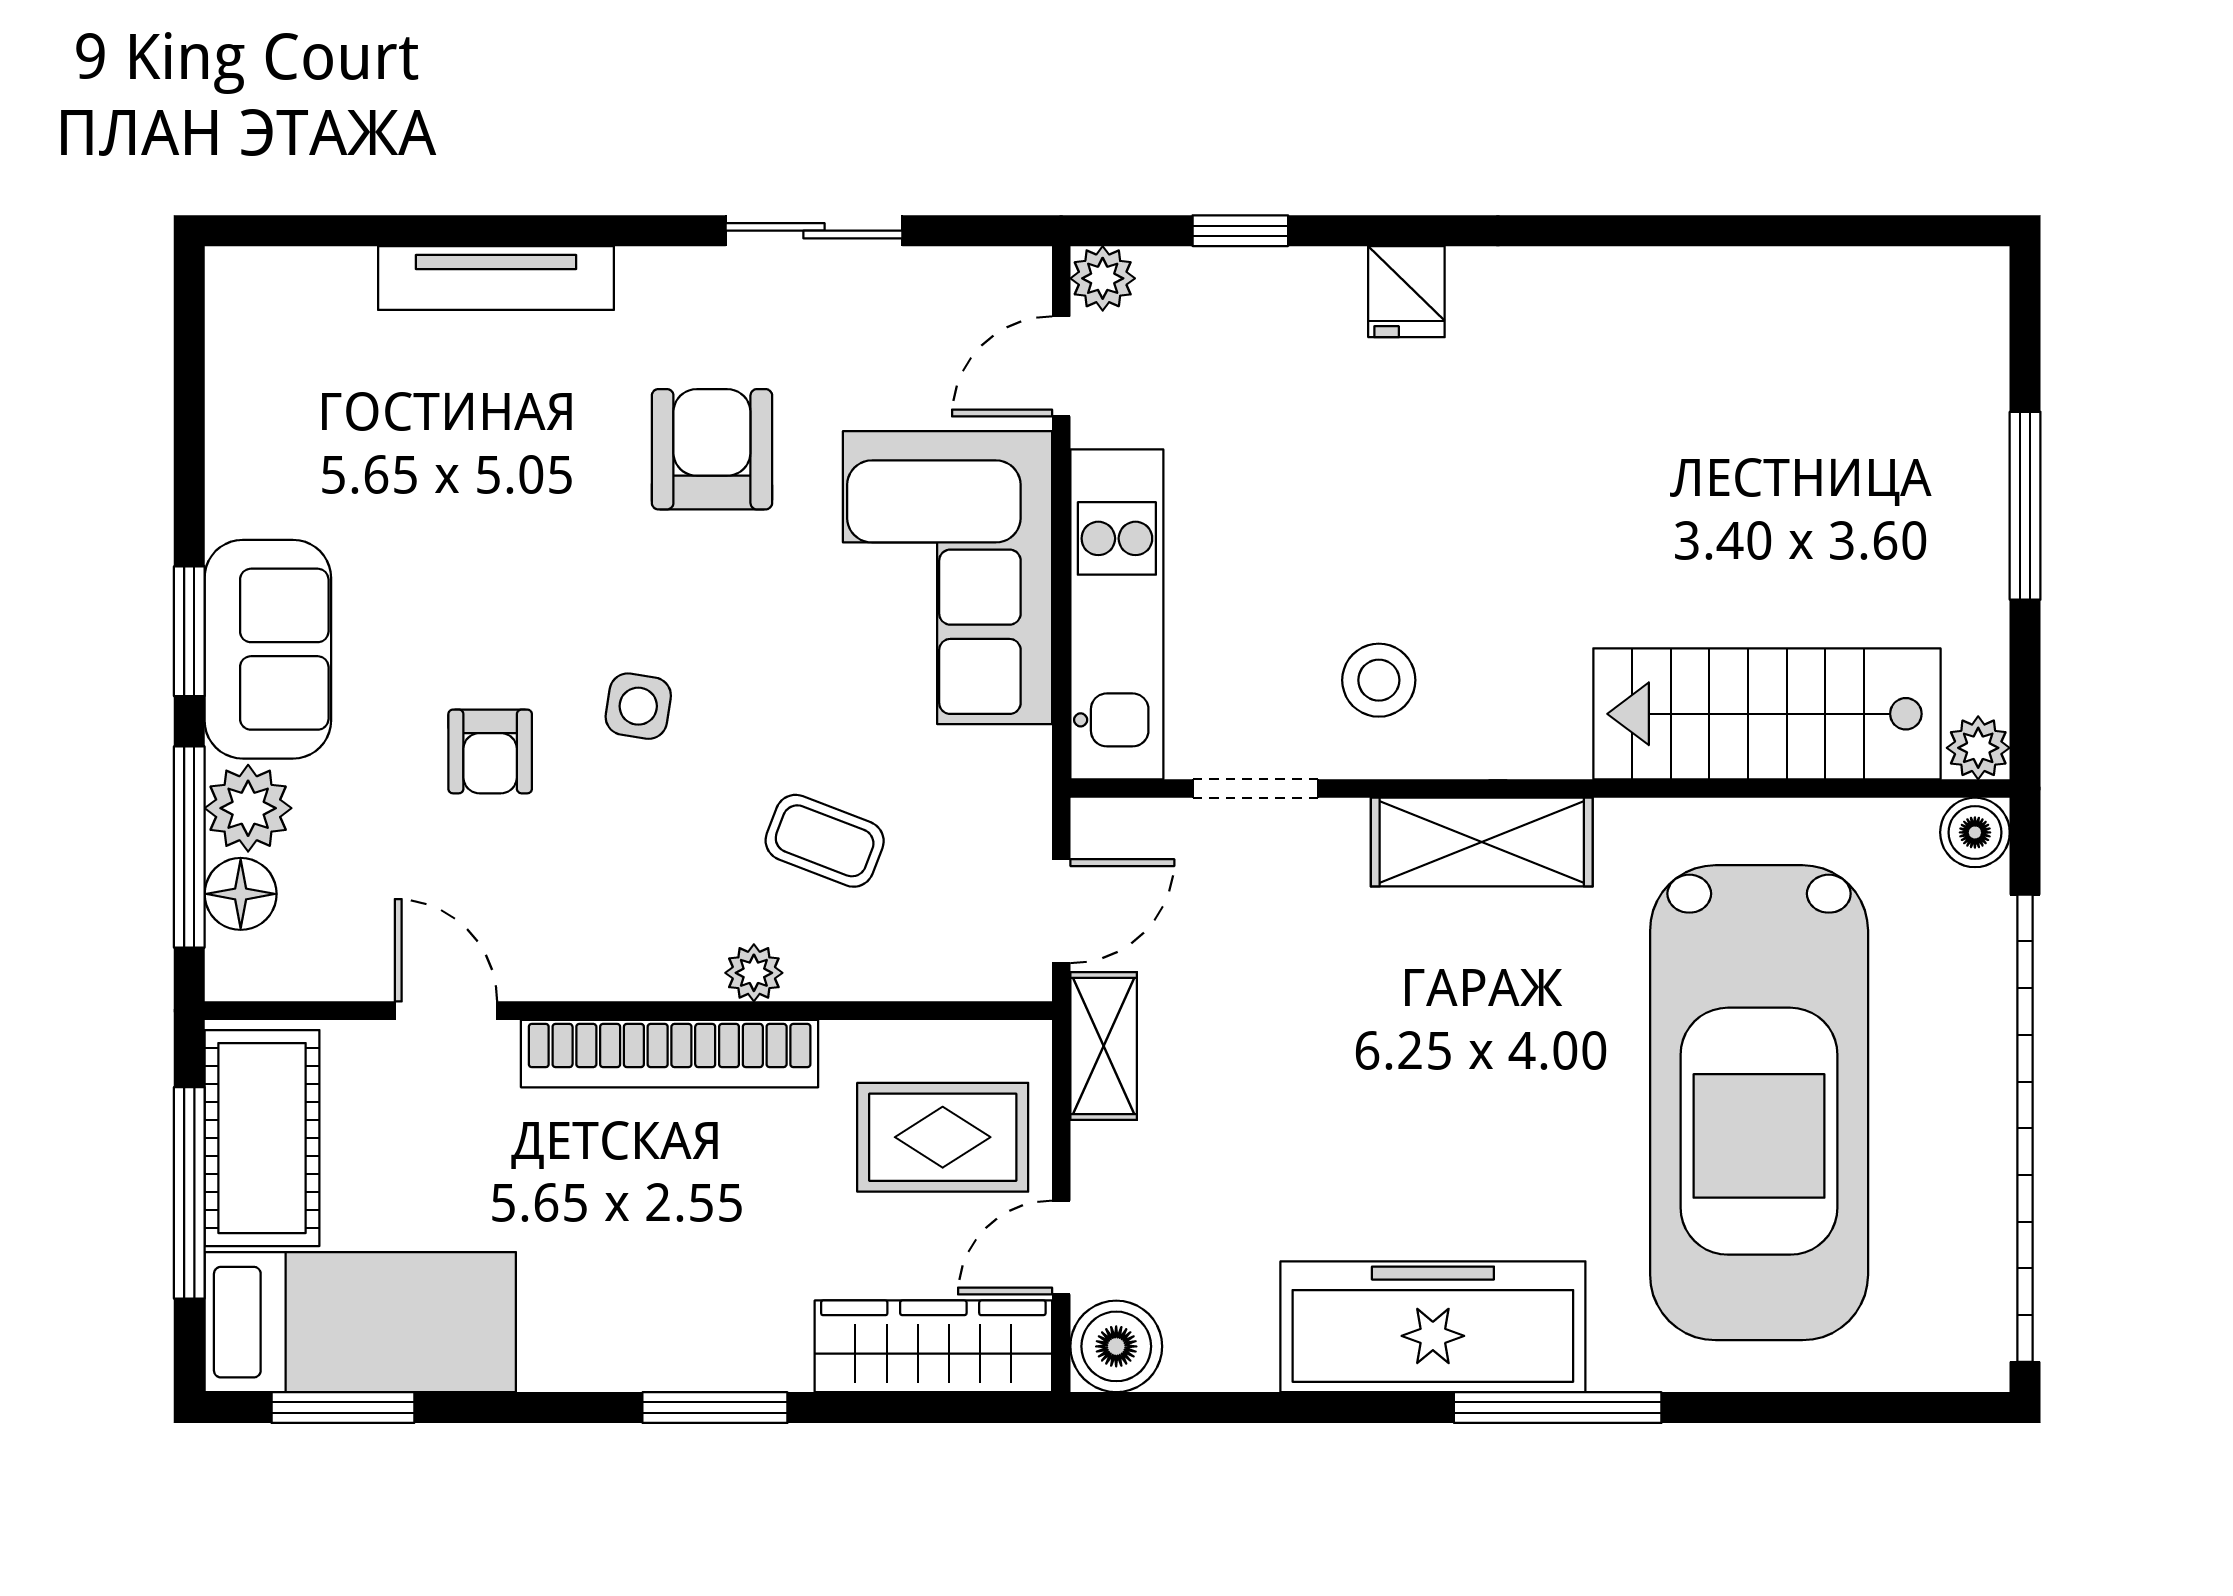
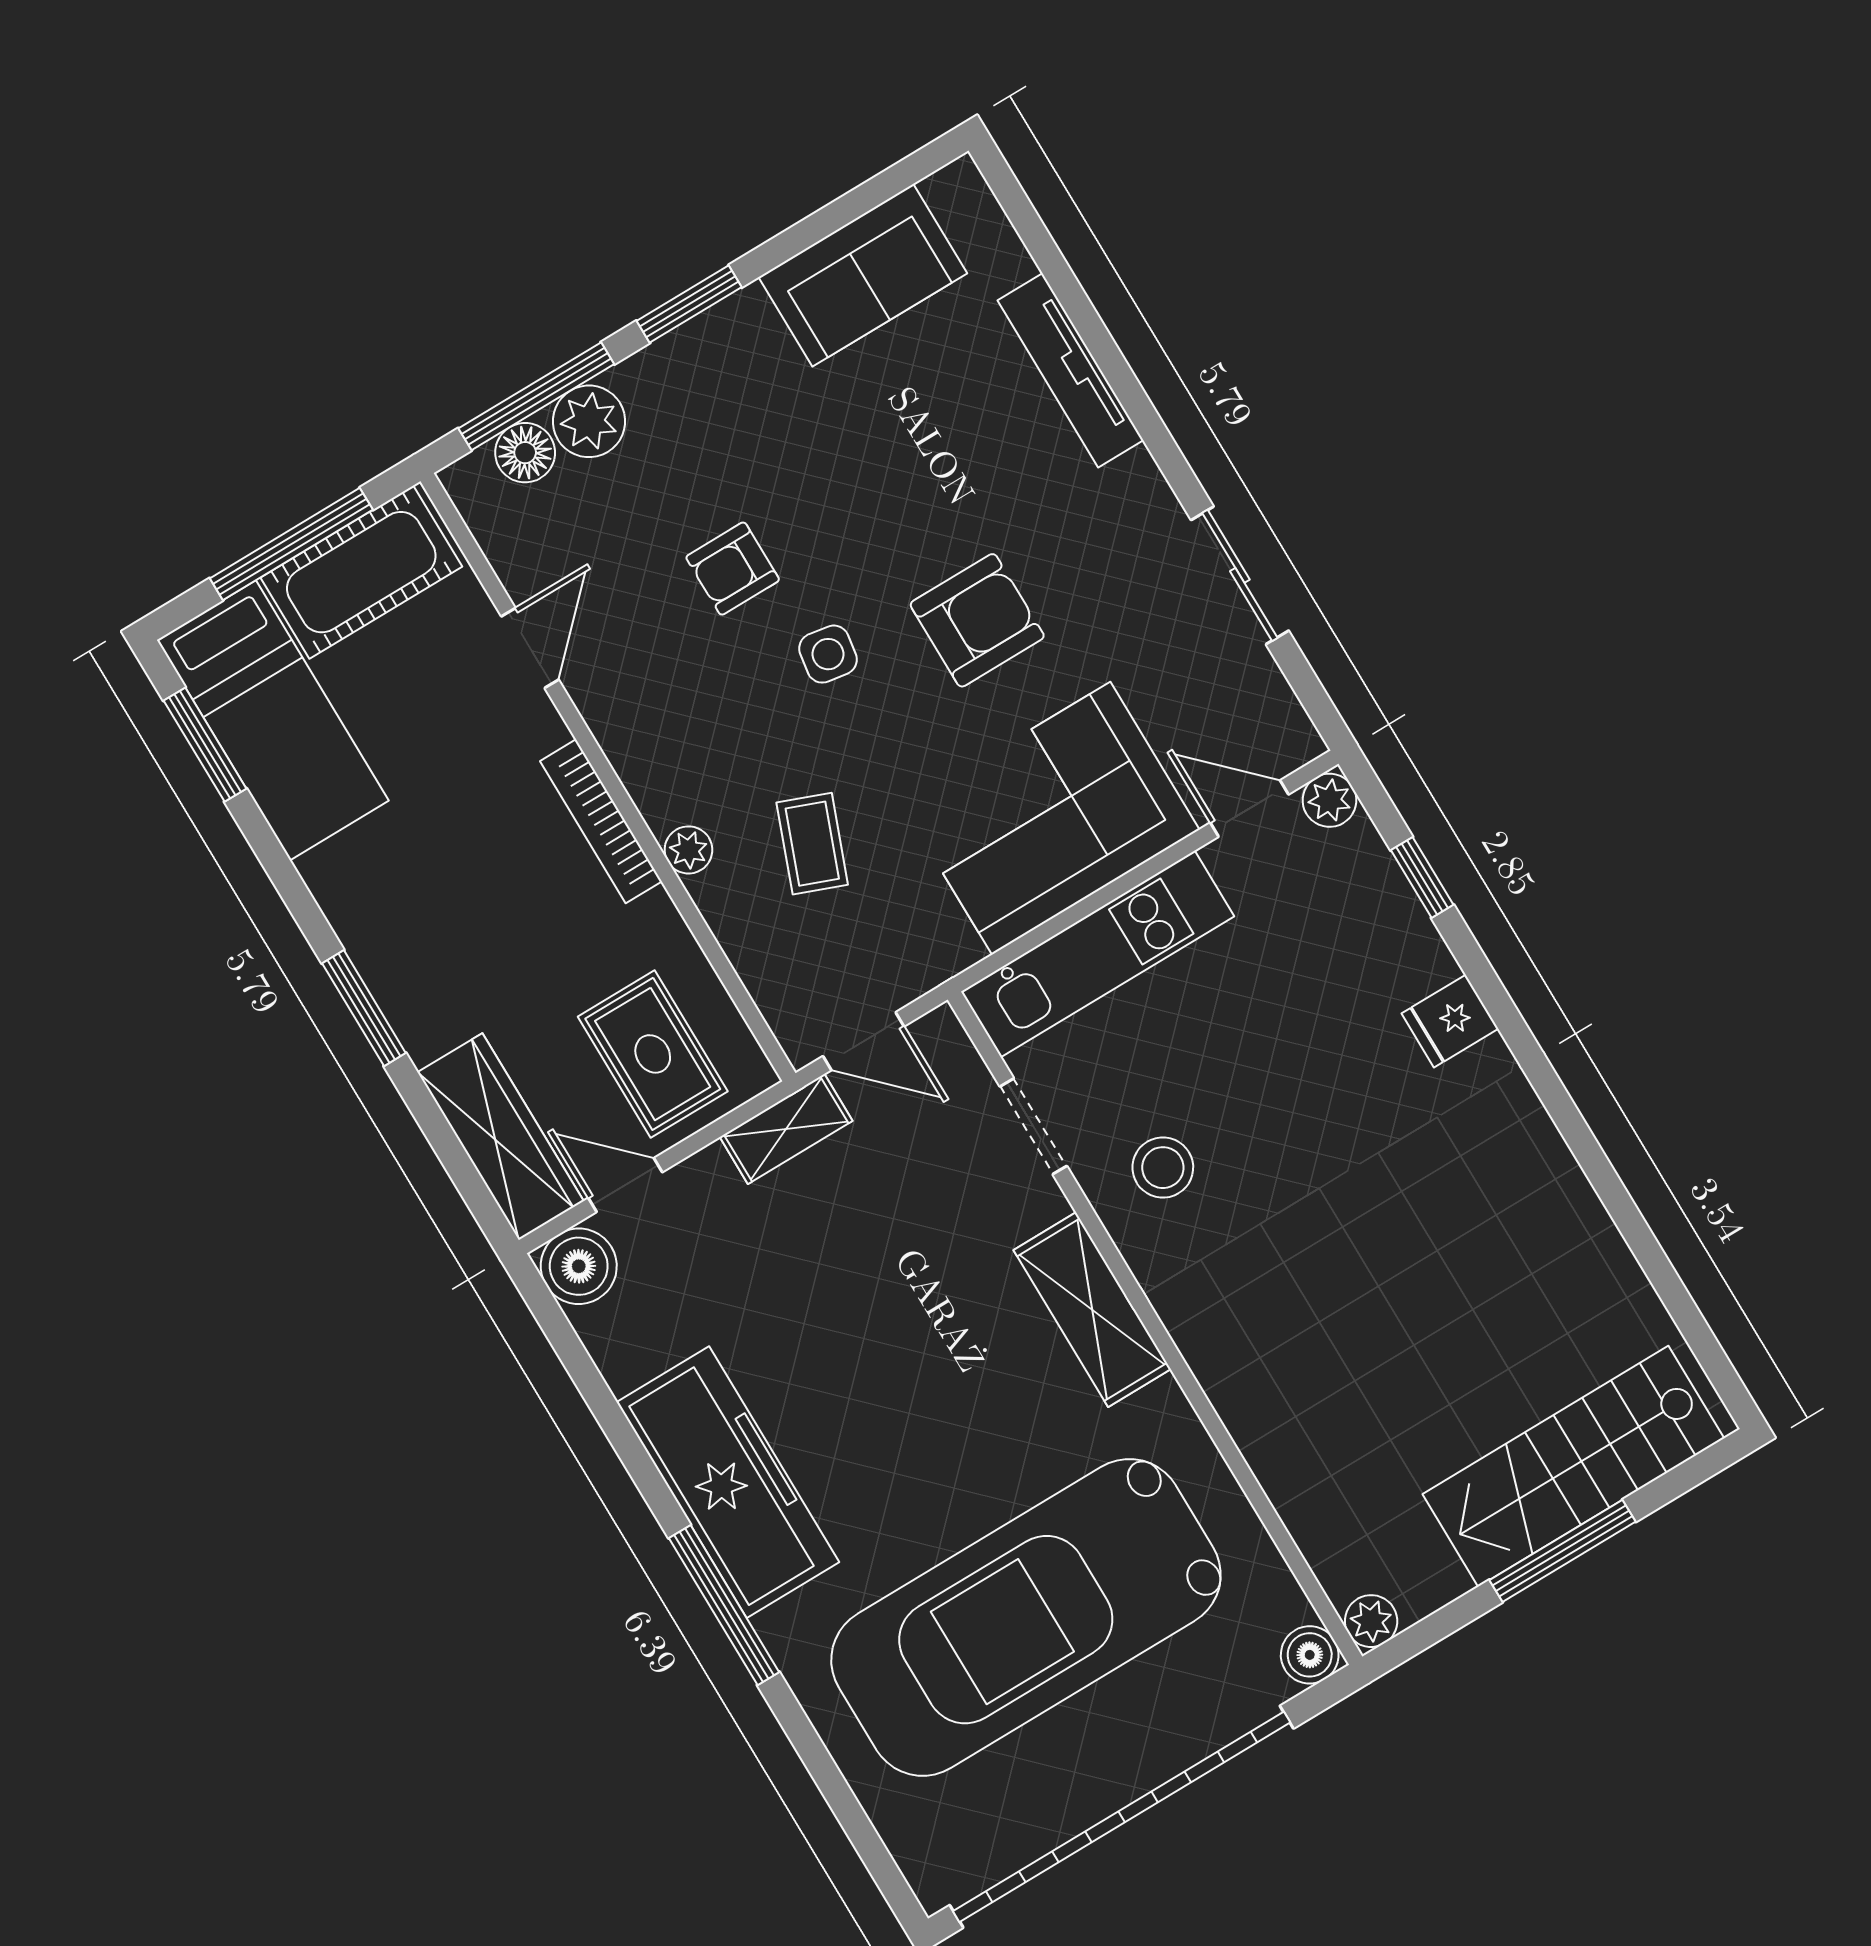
armchair: (712, 449) -> (977, 620), moved
sofa: (268, 649) -> (863, 275), moved
stairs: (1767, 714) -> (1573, 1466), moved, turned -90
bookcase: (670, 1054) -> (601, 821), width x0.68, depth x0.76

